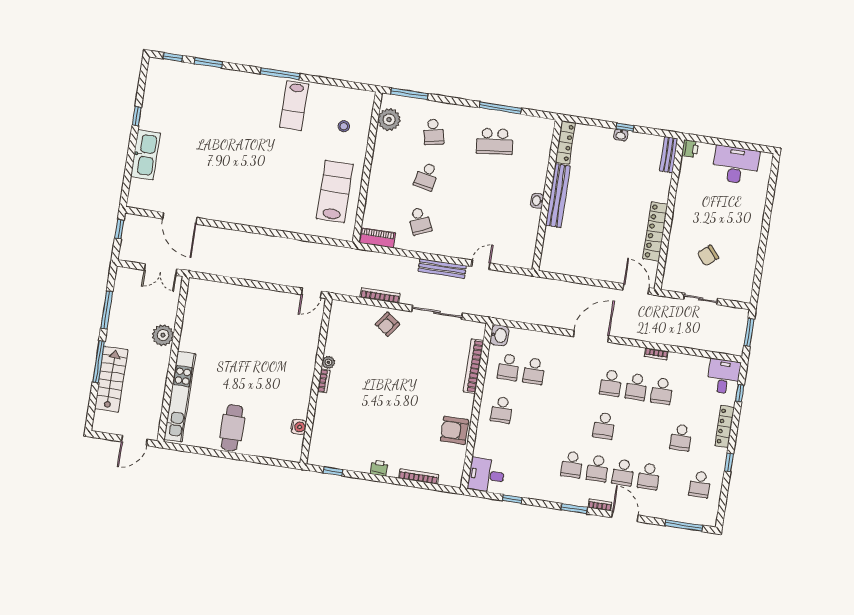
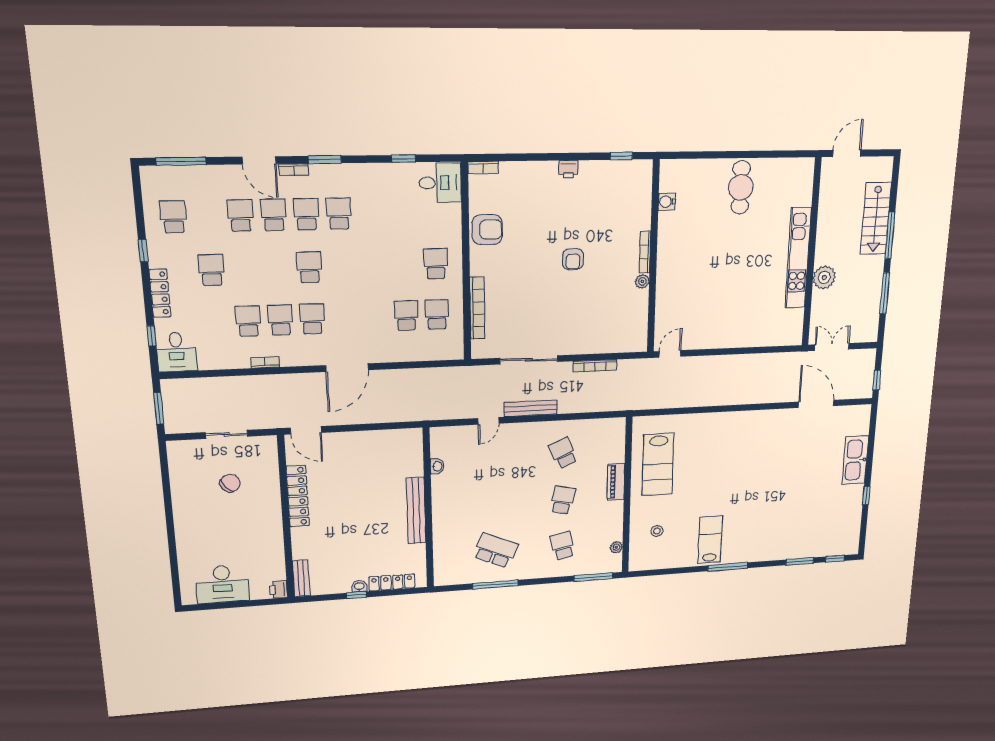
plant: (389, 120) -> (616, 547), width x0.53, depth x0.53
school desk: (495, 141) -> (496, 551), turned 30
locker: (565, 142) -> (392, 582), moved, turned 90
washbasin: (537, 201) -> (437, 466), moved
piano: (377, 238) -> (616, 482), moved, turned 90
armchair: (388, 324) -> (573, 259), moved, turned 144
washbasin: (499, 335) -> (454, 348), removed
bookcase: (324, 381) -> (645, 252), width x1.56
kitchen unit: (180, 397) -> (798, 258), moved
bookcase: (419, 476) -> (483, 168), moved, width x0.64

